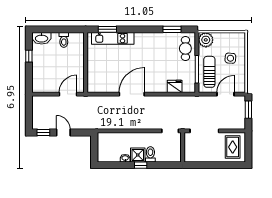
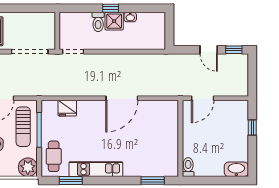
kitchen unit: (113, 38) -> (96, 169), moved
toilet: (64, 40) -> (188, 167), moved
window: (29, 56) -> (252, 127), moved

